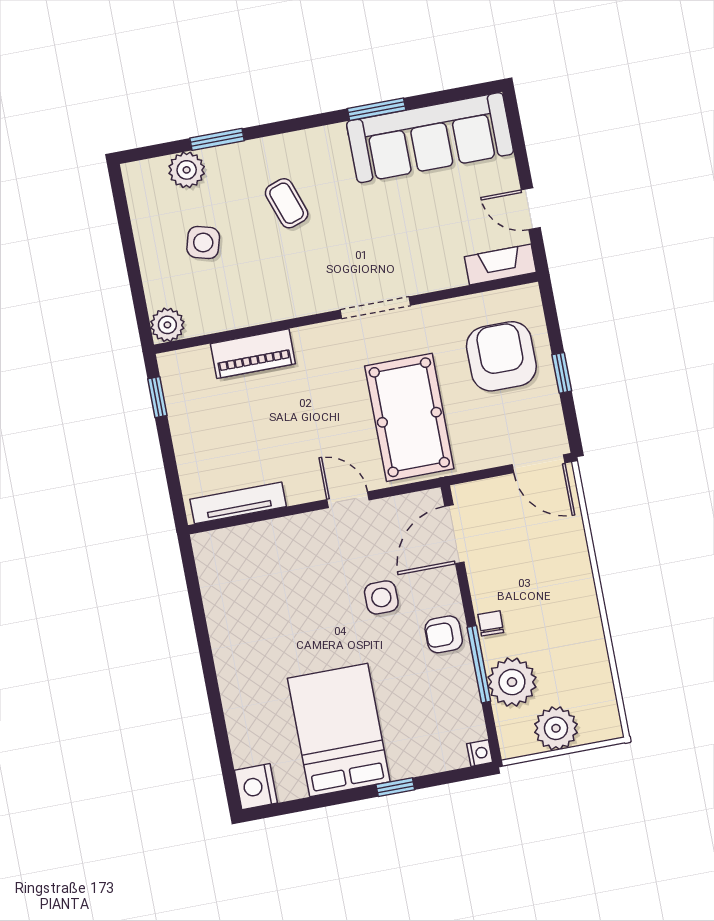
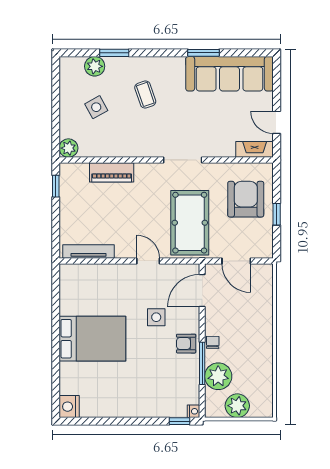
side table: (203, 243) -> (96, 107), turned 45
door: (539, 464) -> (236, 261), moved
bed: (339, 730) -> (92, 339), moved, turned 90
window: (395, 787) -> (179, 421), moved

